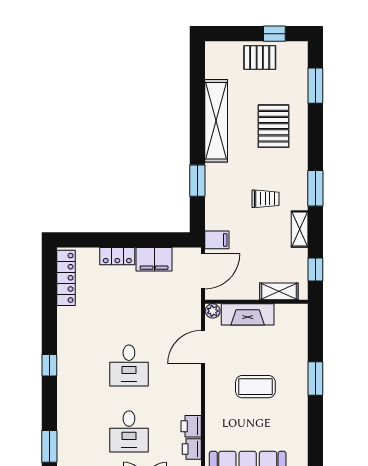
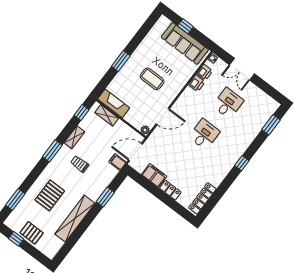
fireplace: (248, 314) -> (114, 103), moved

